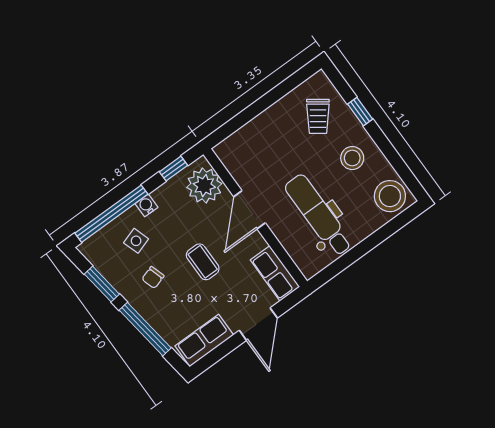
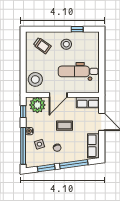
window: (360, 112) -> (77, 29), moved
stool: (390, 196) -> (35, 79), moved
door: (250, 210) -> (58, 95), hinge flipped

